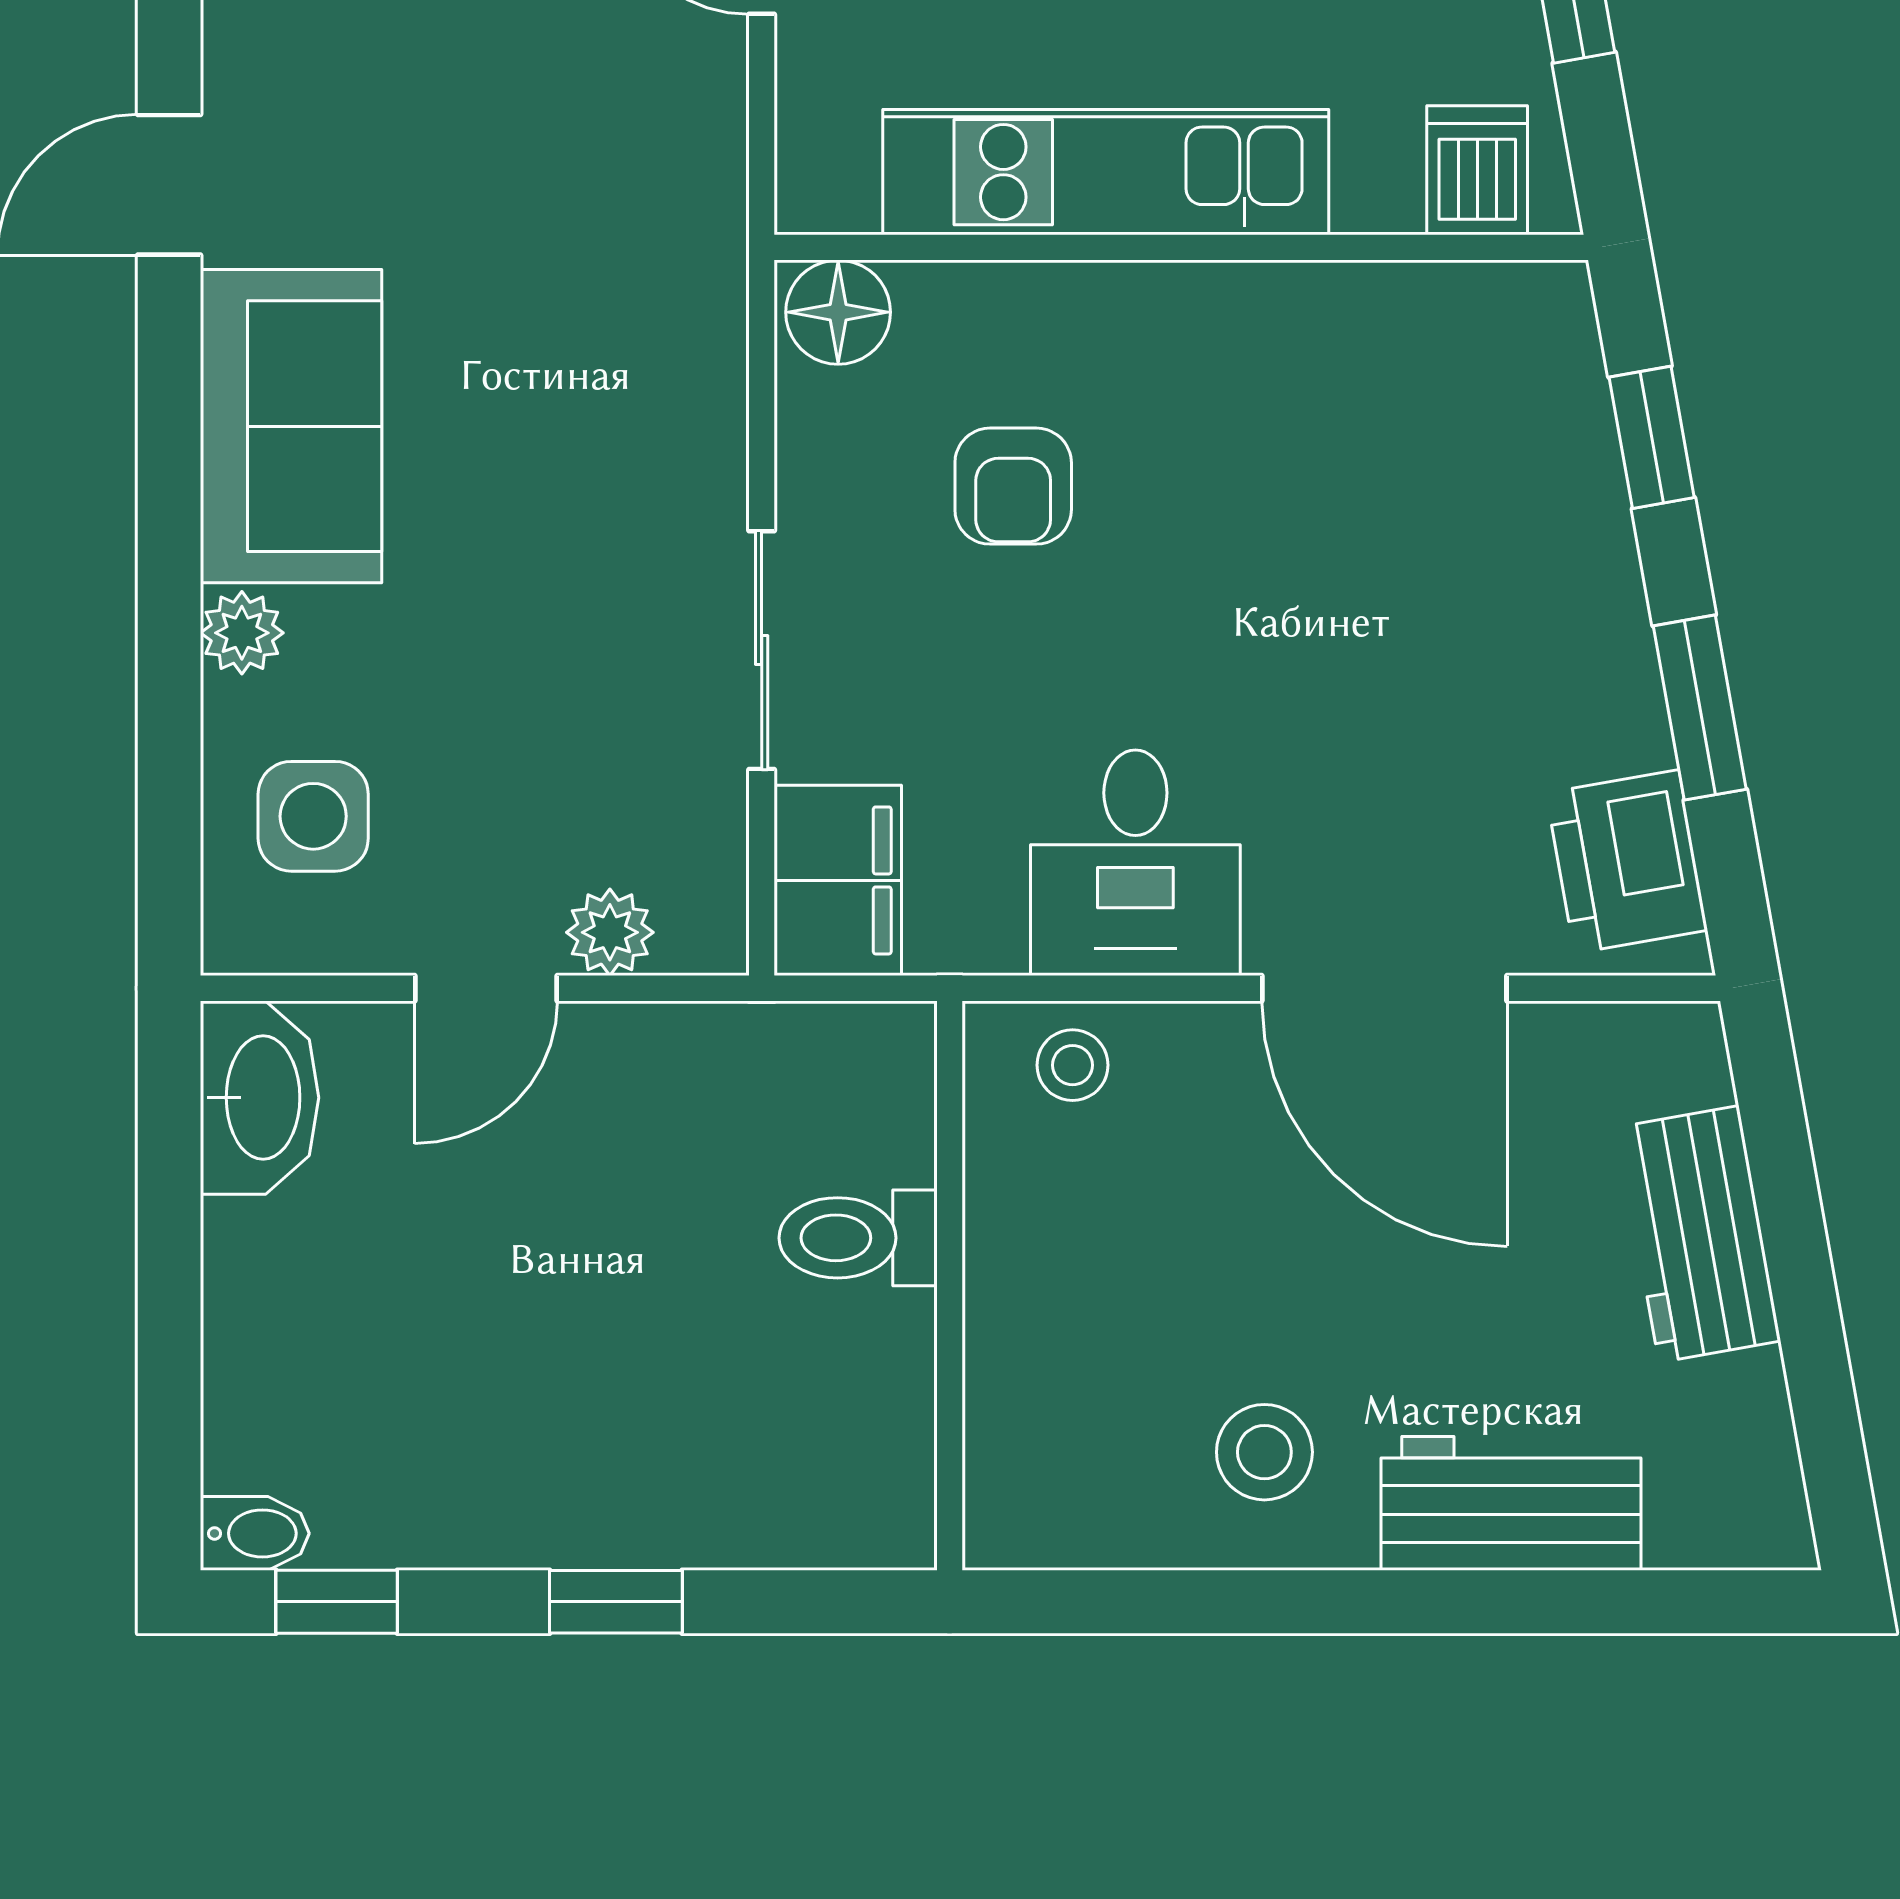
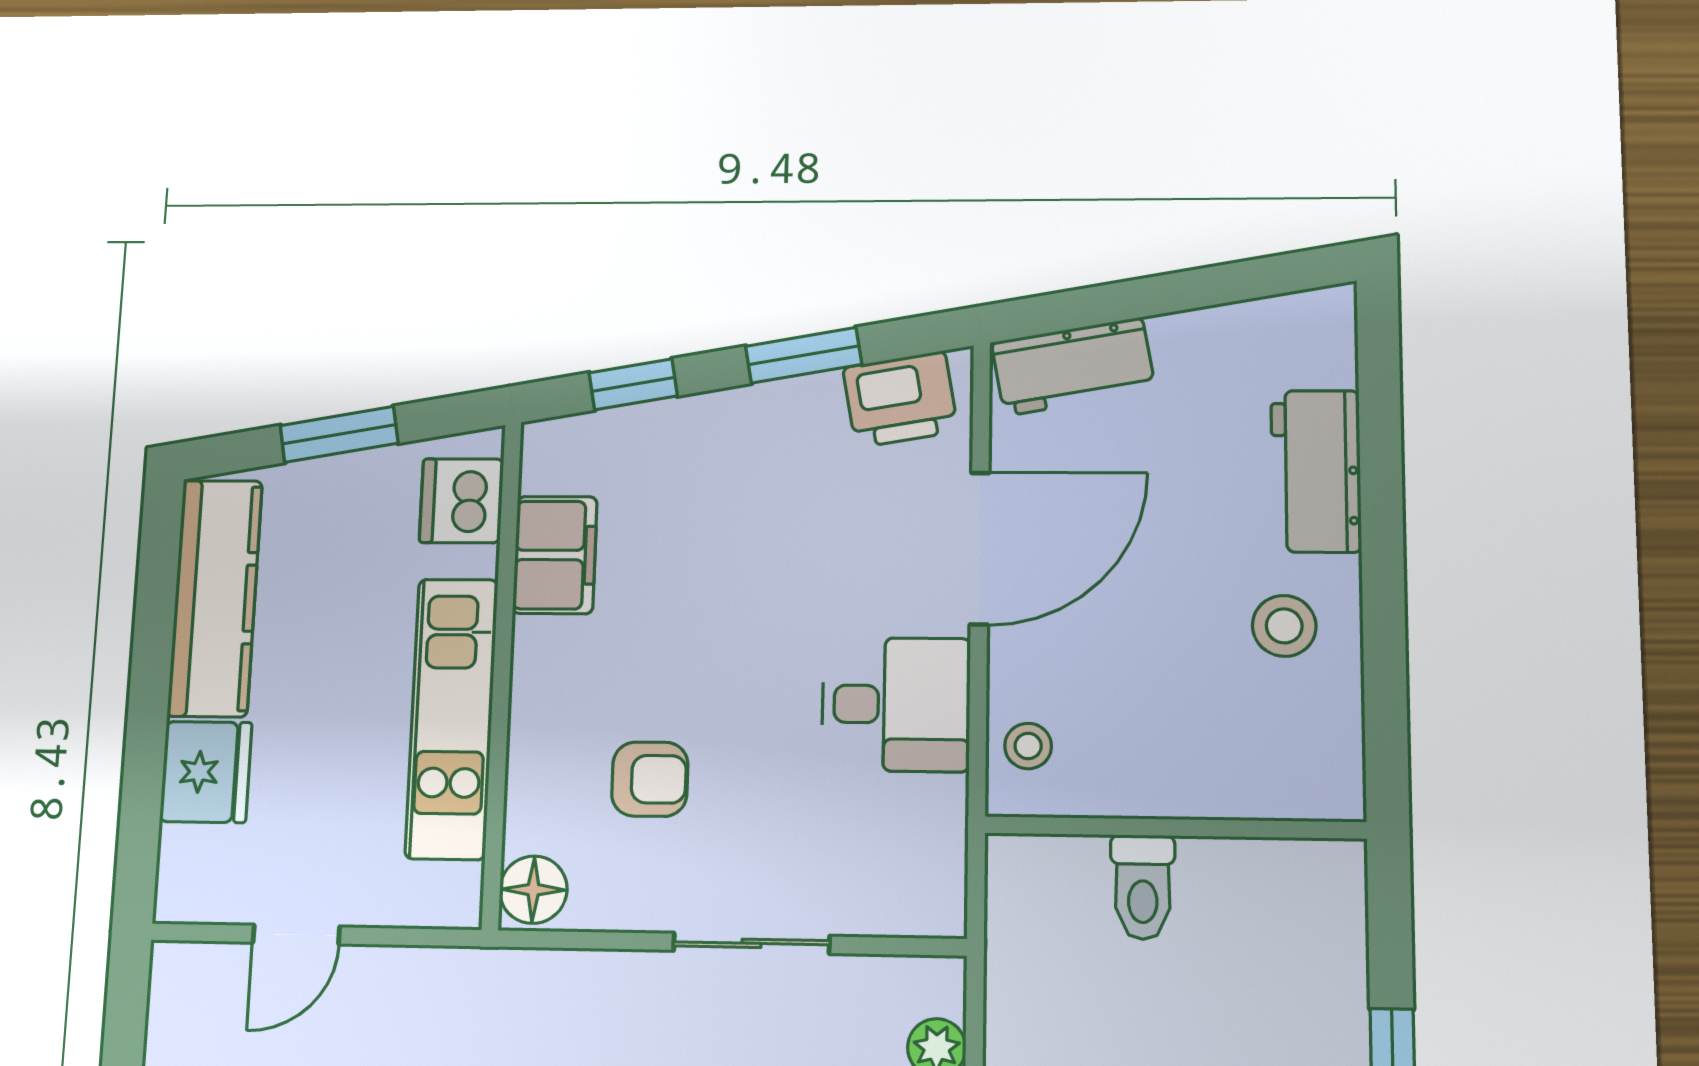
dishwasher: (1477, 170) -> (462, 501), width x1.38
filing cabinet: (838, 880) -> (555, 555), moved, turned 90
workbench: (1699, 1234) -> (1073, 367), moved

